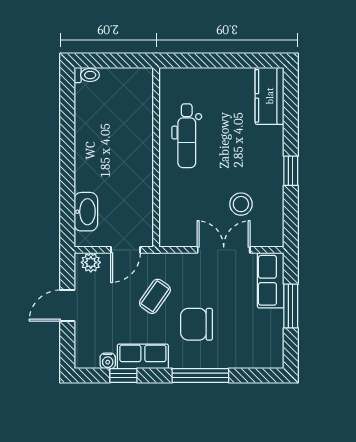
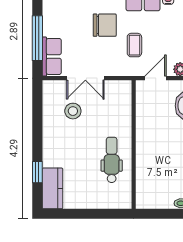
window: (291, 171) -> (37, 172), moved
coffee table: (155, 296) -> (134, 45), turned -35
window: (291, 306) -> (37, 38), width x1.44

